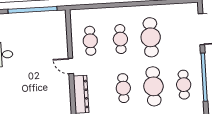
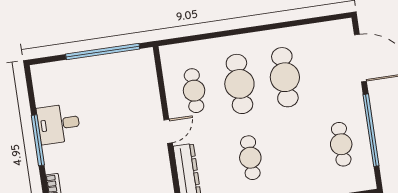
cafe table: (120, 39) -> (239, 84), width x1.37, depth x1.35
door: (71, 66) -> (168, 131), swing flipped
cafe table: (153, 86) -> (296, 151), removed

